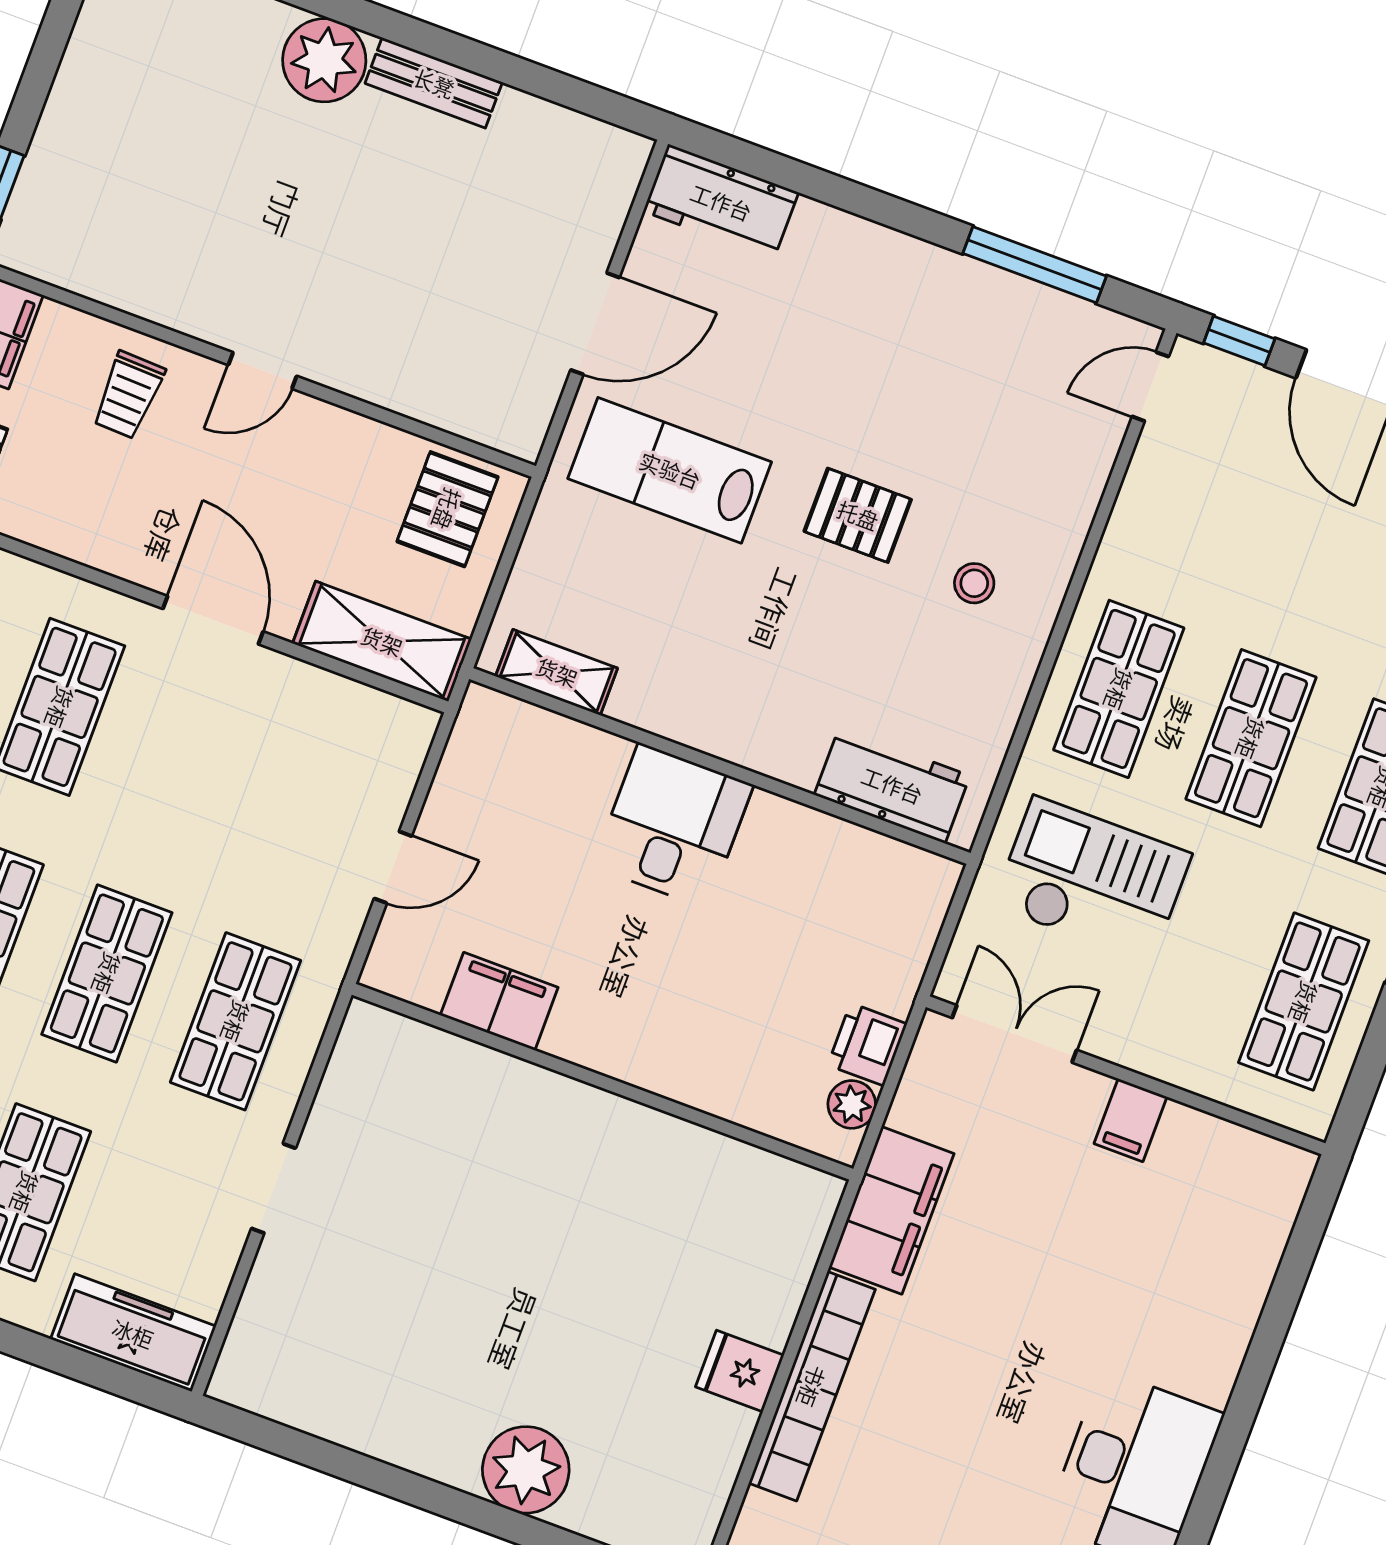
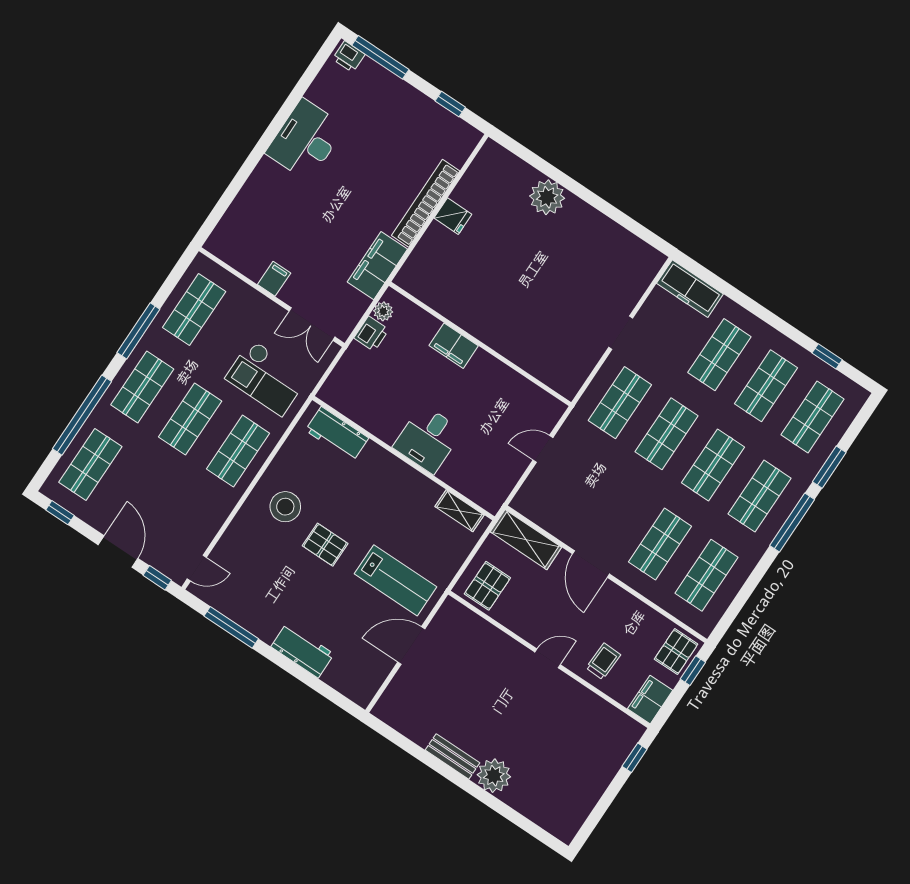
workbench: (721, 202) -> (303, 650), moved
stool: (974, 583) -> (285, 507), width x1.89, depth x1.89
filing cabinet: (499, 1001) -> (454, 346), moved

